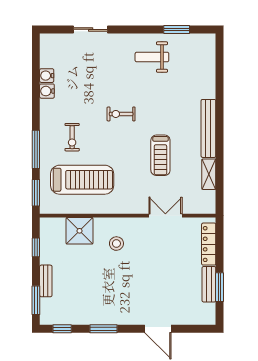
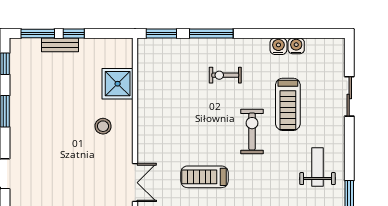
exercise bike: (121, 114) -> (252, 132), width x1.38, depth x1.39
treadmill: (82, 180) -> (288, 104), moved, width x0.73, depth x0.73
window: (36, 247) -> (74, 34), moved

